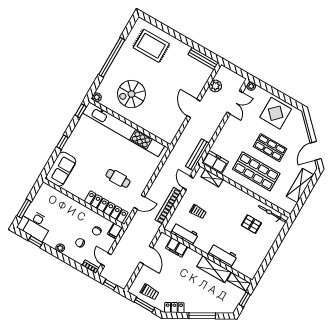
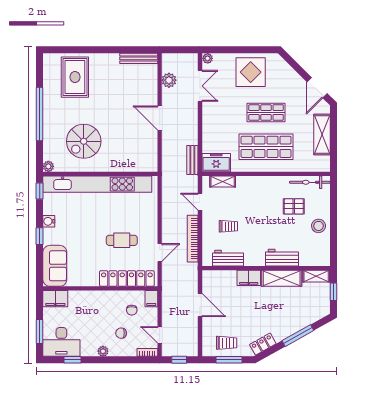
rug: (151, 46) -> (75, 77), turned 90
water cooler: (75, 136) -> (49, 221), added
bench: (197, 155) -> (192, 160), width x0.73
filing cabinet: (48, 192) -> (55, 299), added
filing cabinet: (177, 247) -> (249, 278), moved
stool: (261, 248) -> (319, 226), added

